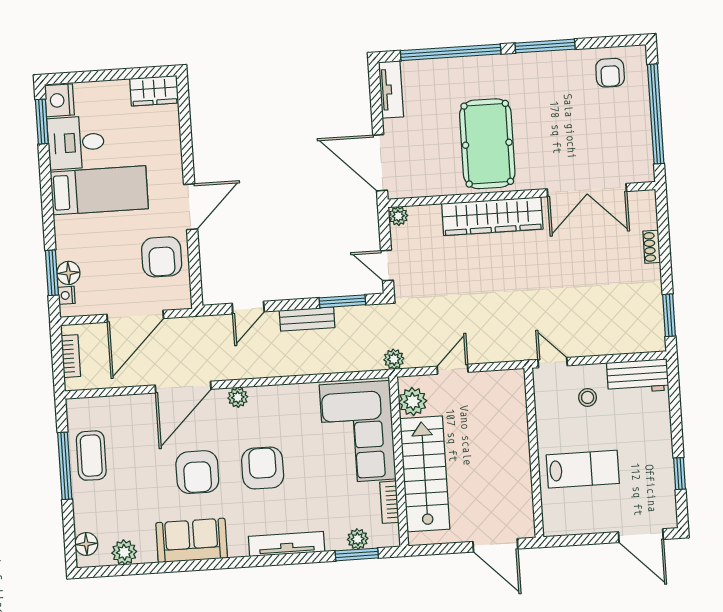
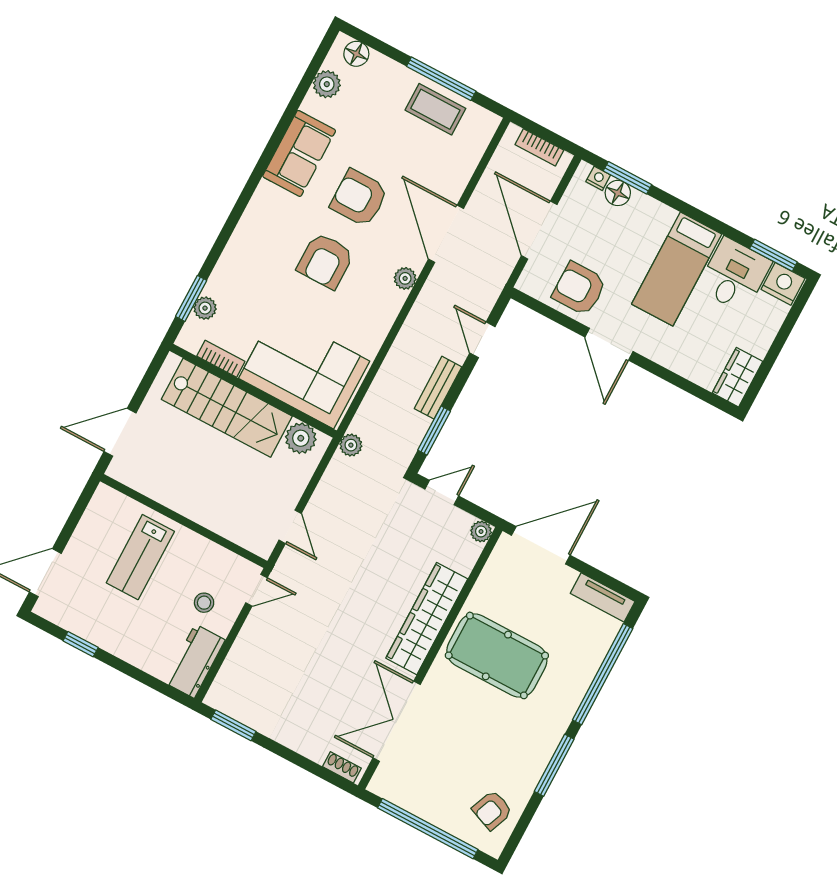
armchair: (610, 73) -> (492, 810), turned -68
shoe rack: (652, 247) -> (342, 767), moved
door: (453, 369) -> (290, 527), moved
armchair: (263, 468) -> (325, 261), turned 90
tv unit: (287, 544) -> (241, 239), removed

